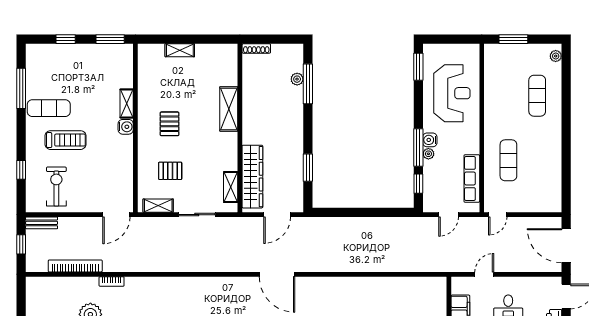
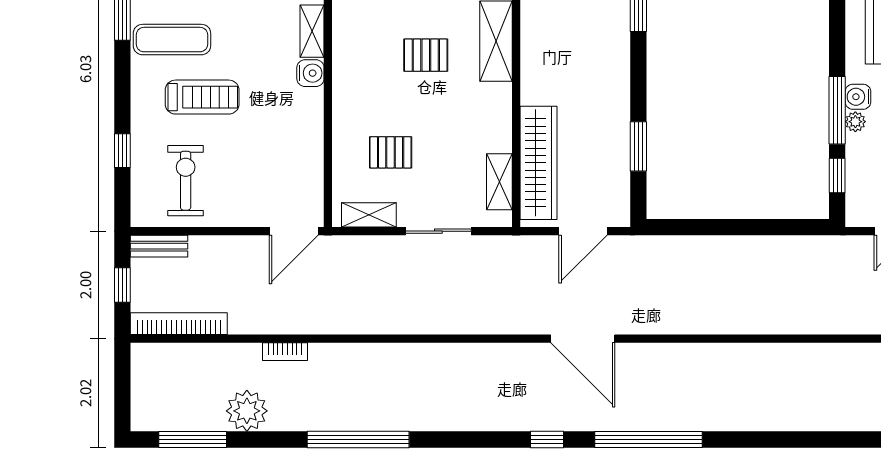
pallet: (170, 124) -> (426, 55), moved, turned 90
bookcase: (75, 266) -> (179, 324), moved

